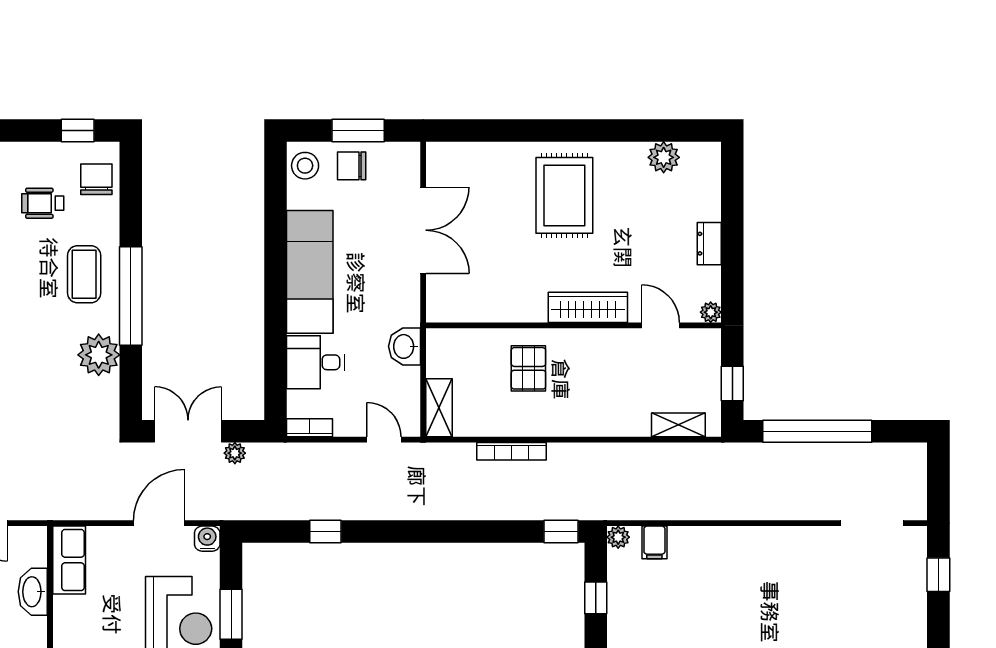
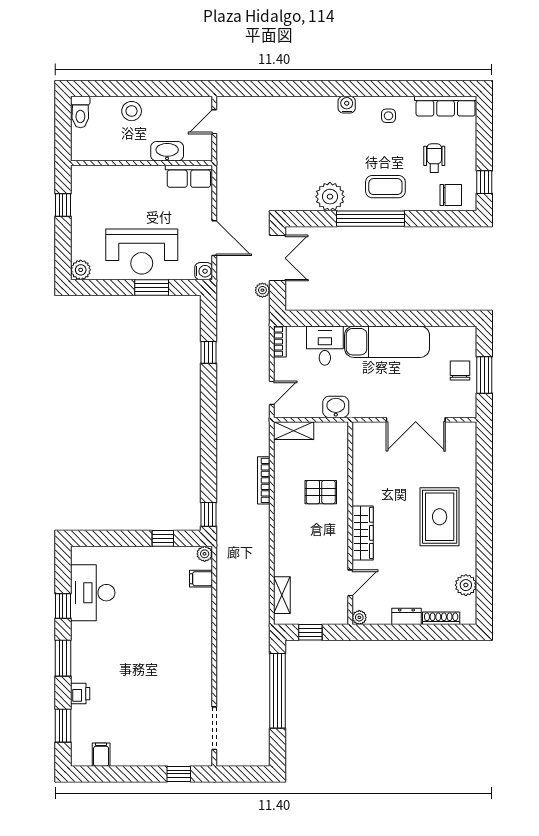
stool: (305, 166) -> (460, 338), removed
shoe rack: (712, 193) -> (441, 618), added
rug: (564, 195) -> (440, 517), turned 90

